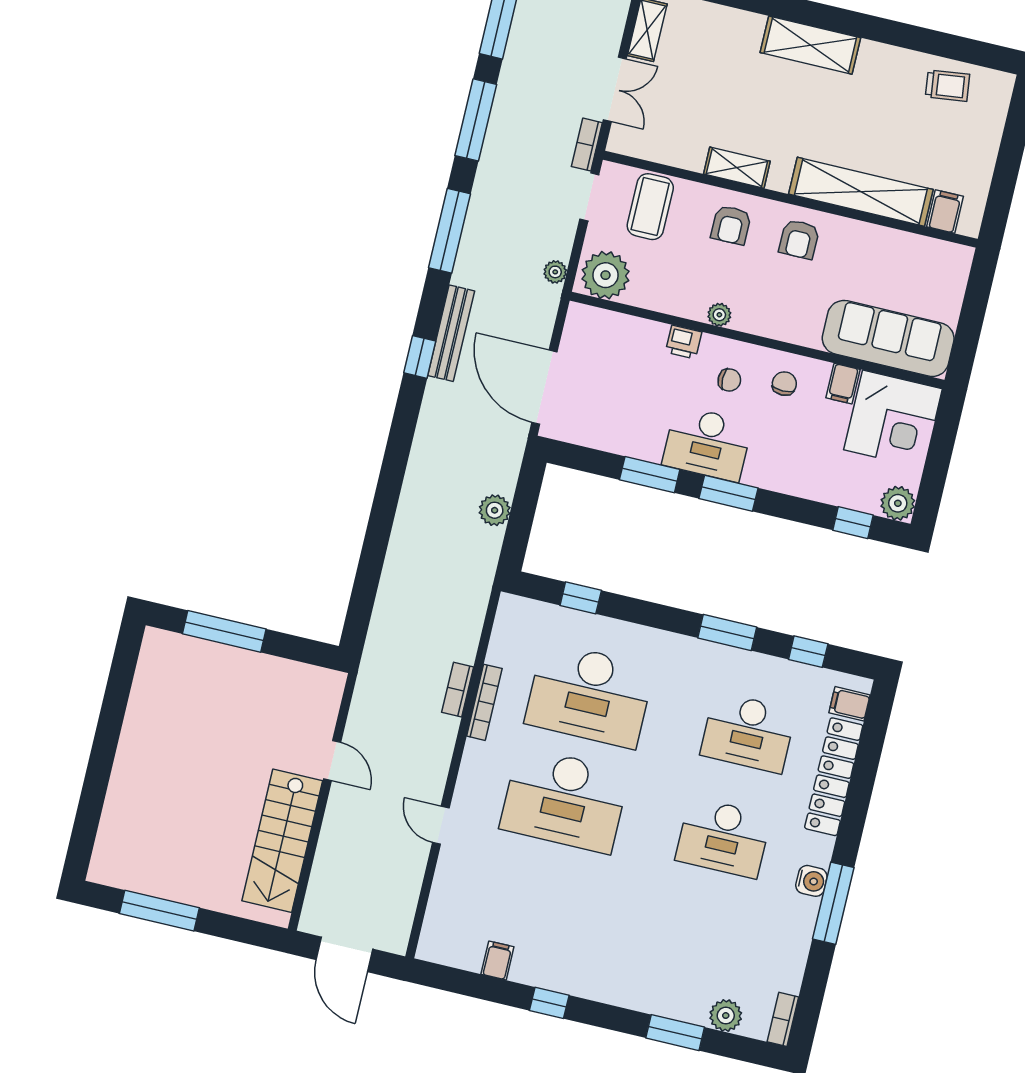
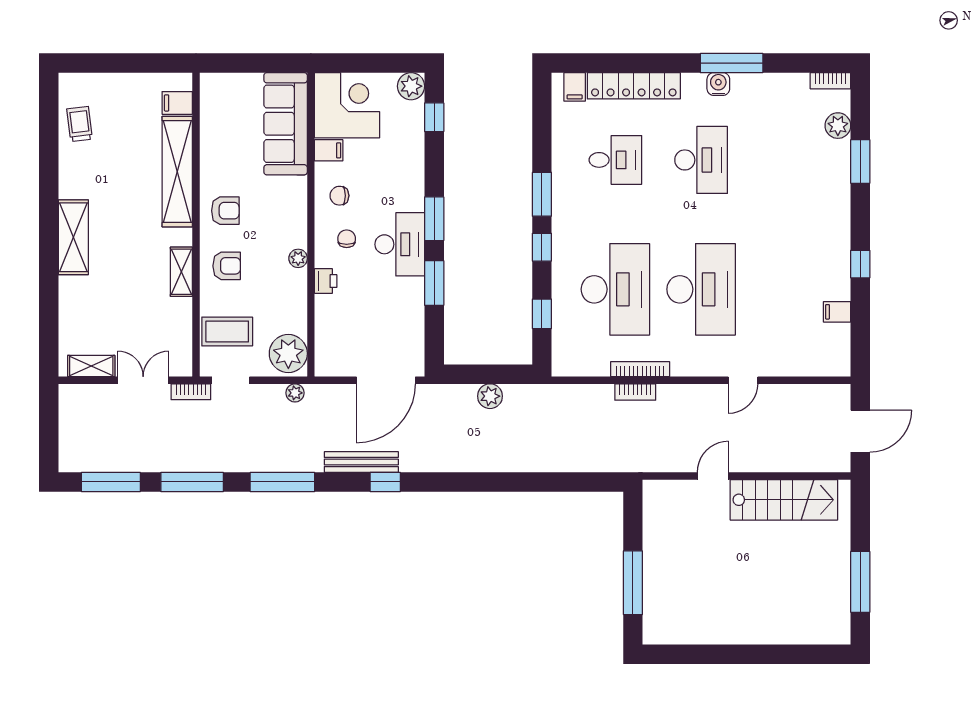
window: (808, 652) -> (542, 247), moved
desk: (748, 733) -> (615, 160), width x0.73

